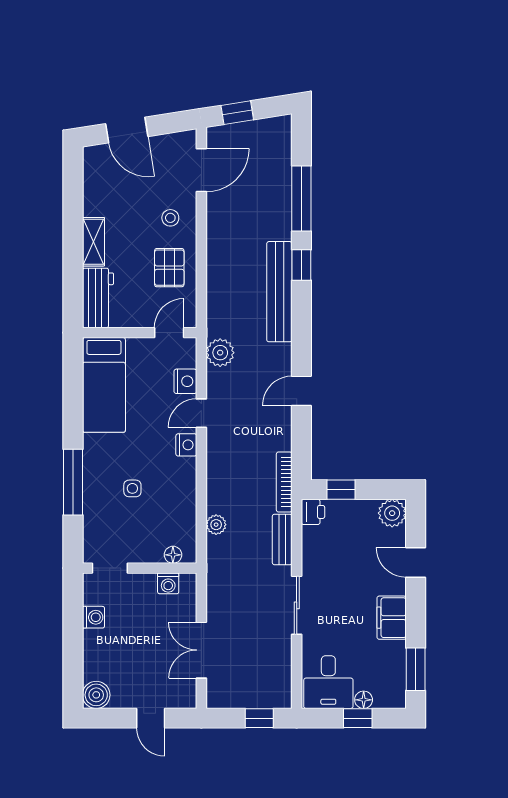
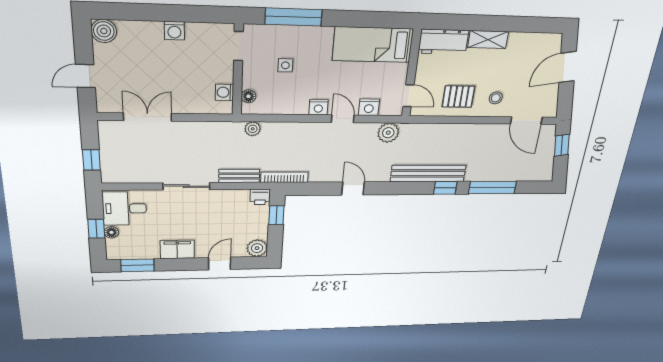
floor lamp: (173, 555) -> (248, 96), moved
doorway: (110, 568) -> (238, 46), moved
wall: (140, 568) -> (238, 70), moved
washing machine: (168, 583) -> (224, 92), moved

